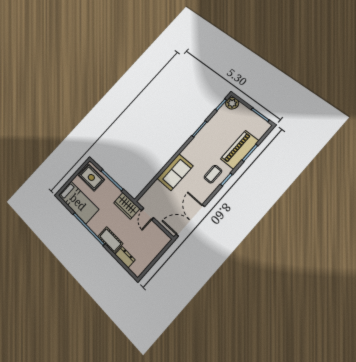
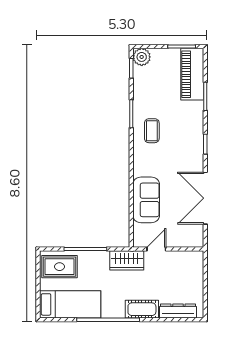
piano: (240, 150) -> (192, 74), moved
sofa: (175, 172) -> (146, 200), moved
coffee table: (213, 174) -> (152, 131), moved
door: (147, 214) -> (156, 249), swing flipped
double door: (190, 220) -> (205, 198), moved
dresser: (125, 257) -> (178, 311), width x1.44

